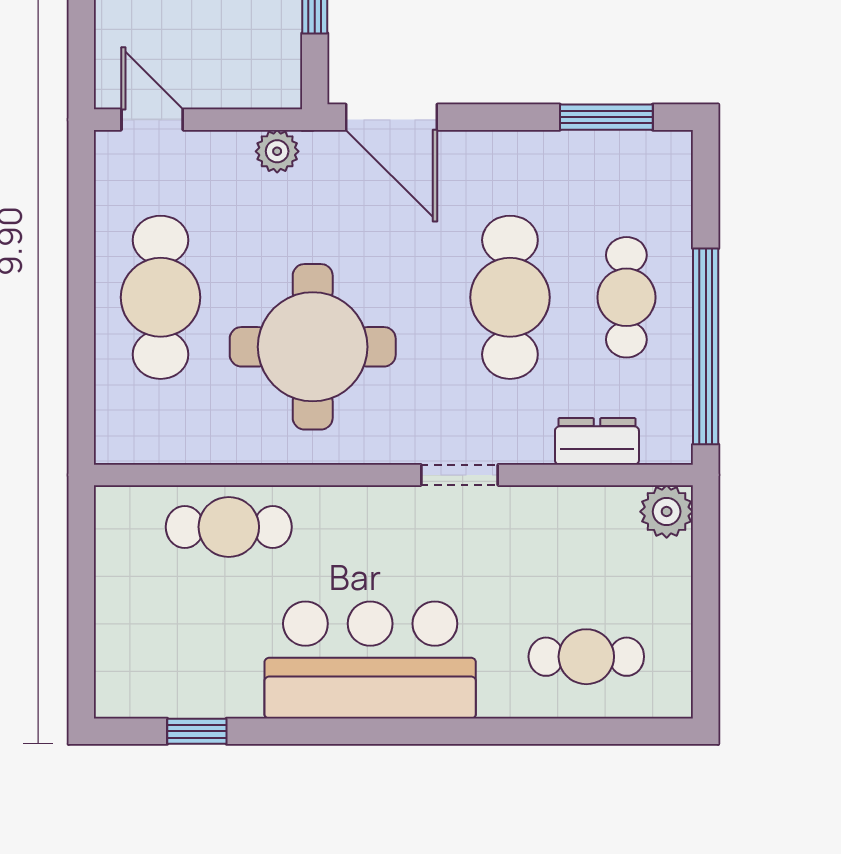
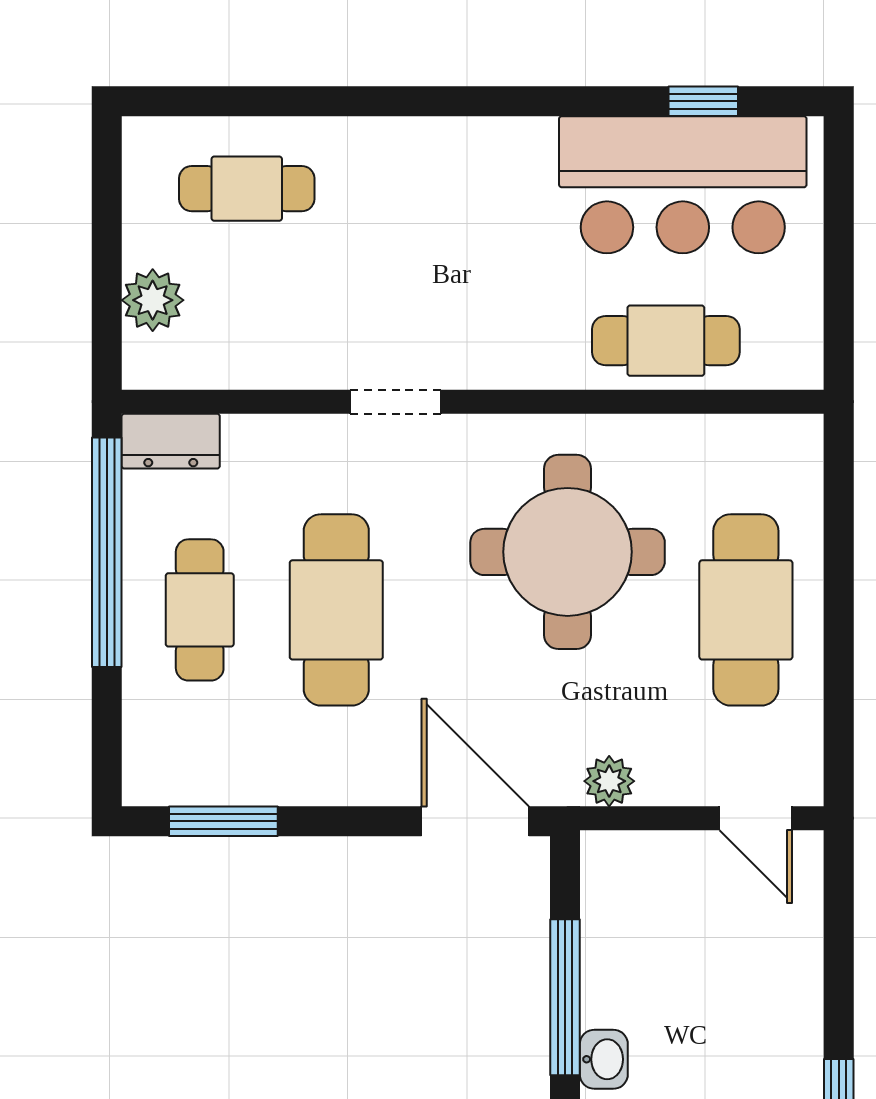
dresser: (597, 441) -> (171, 441), moved
plant: (667, 512) -> (153, 300), moved
bar counter: (370, 660) -> (683, 185), moved

